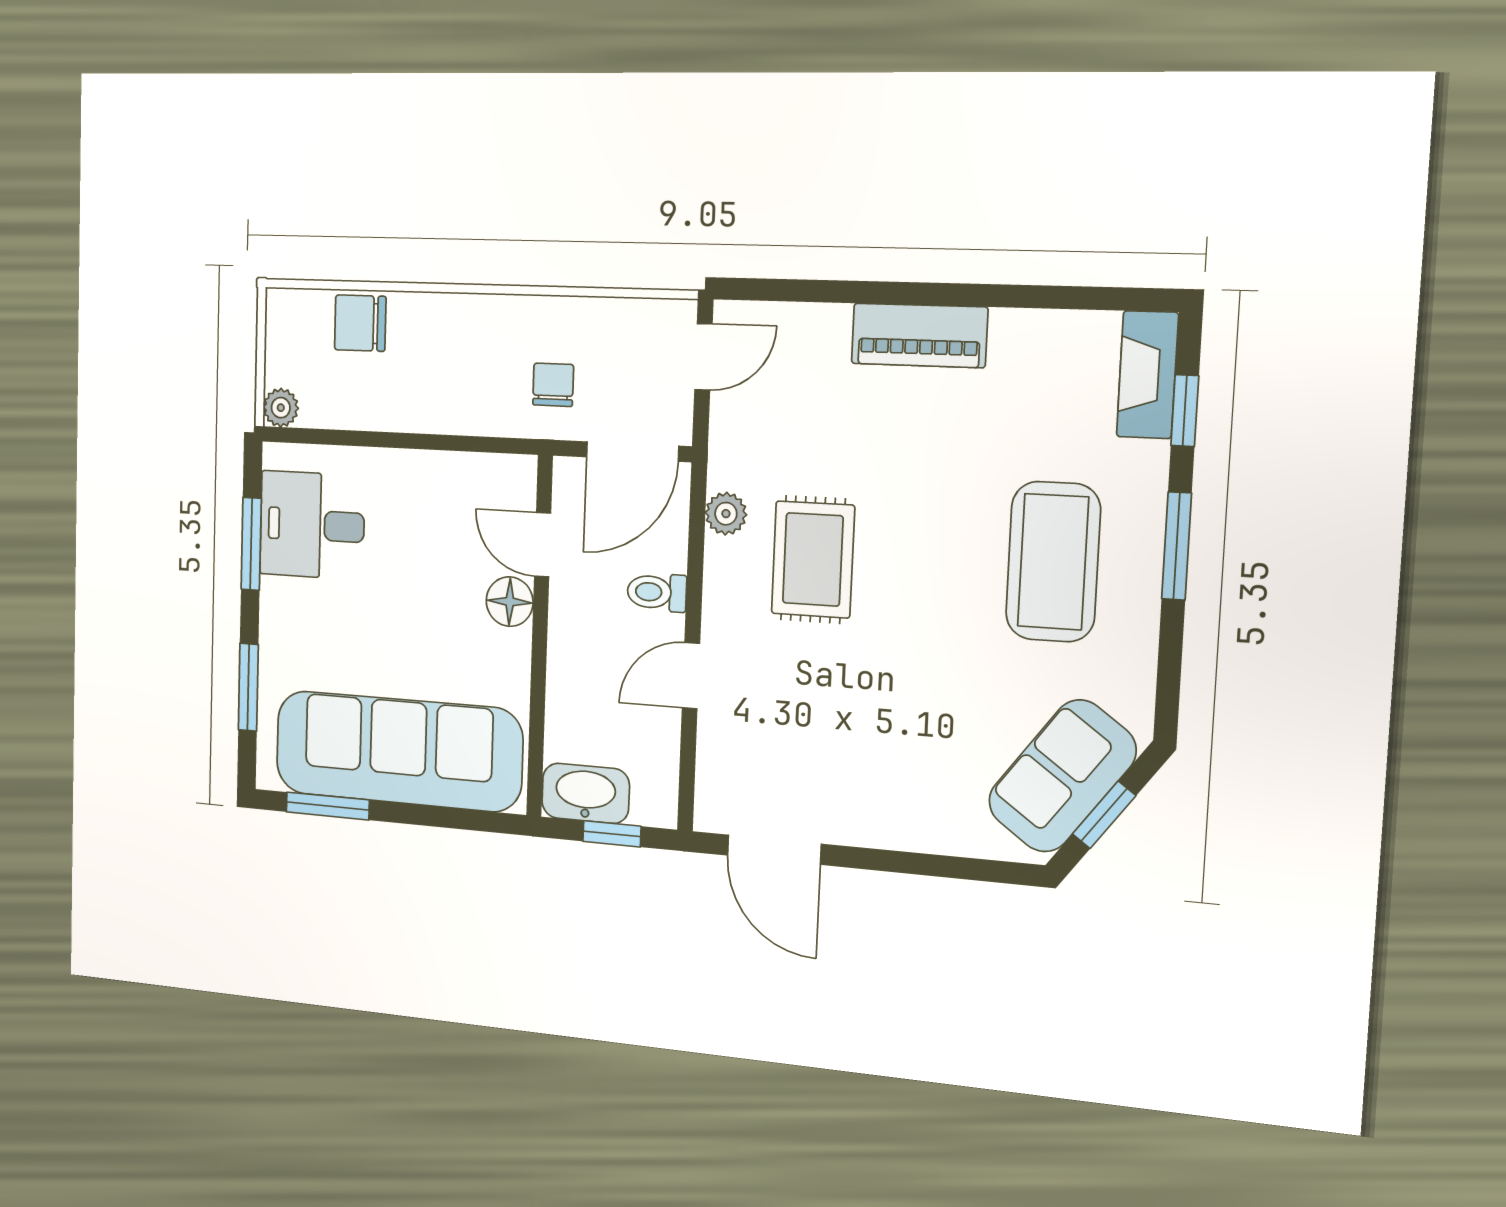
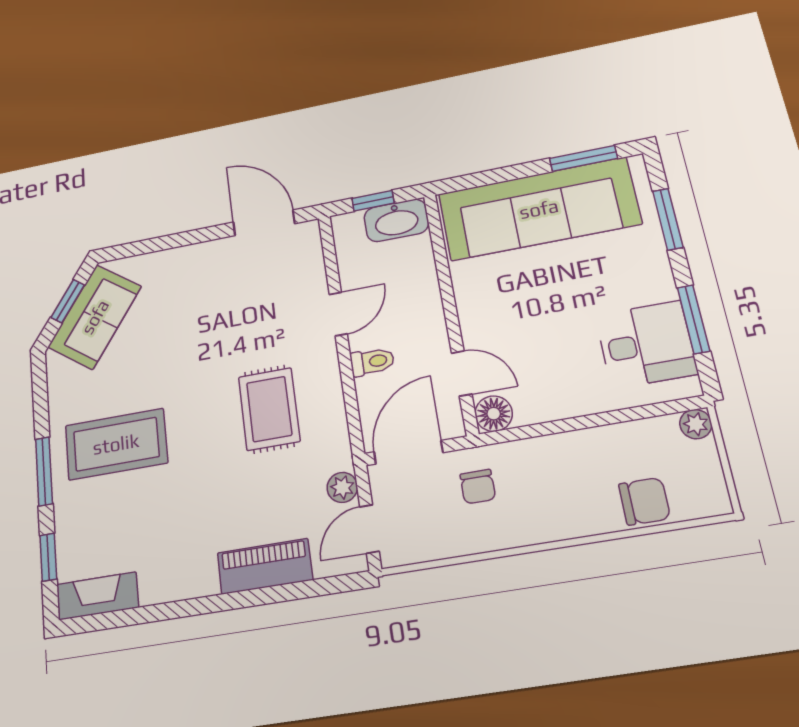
piano: (919, 335) -> (265, 566), moved
fireplace: (1147, 375) -> (98, 596), moved, turned -90
plant: (726, 514) -> (342, 487), moved
coffee table: (1053, 562) -> (116, 444), turned 90
floor lamp: (510, 602) -> (494, 414), moved

